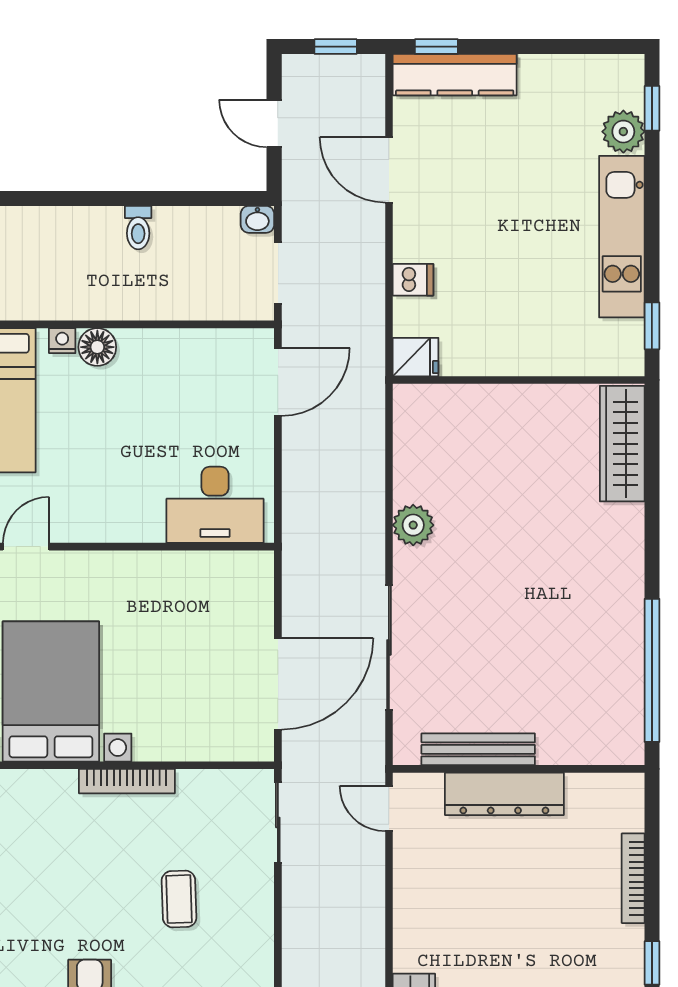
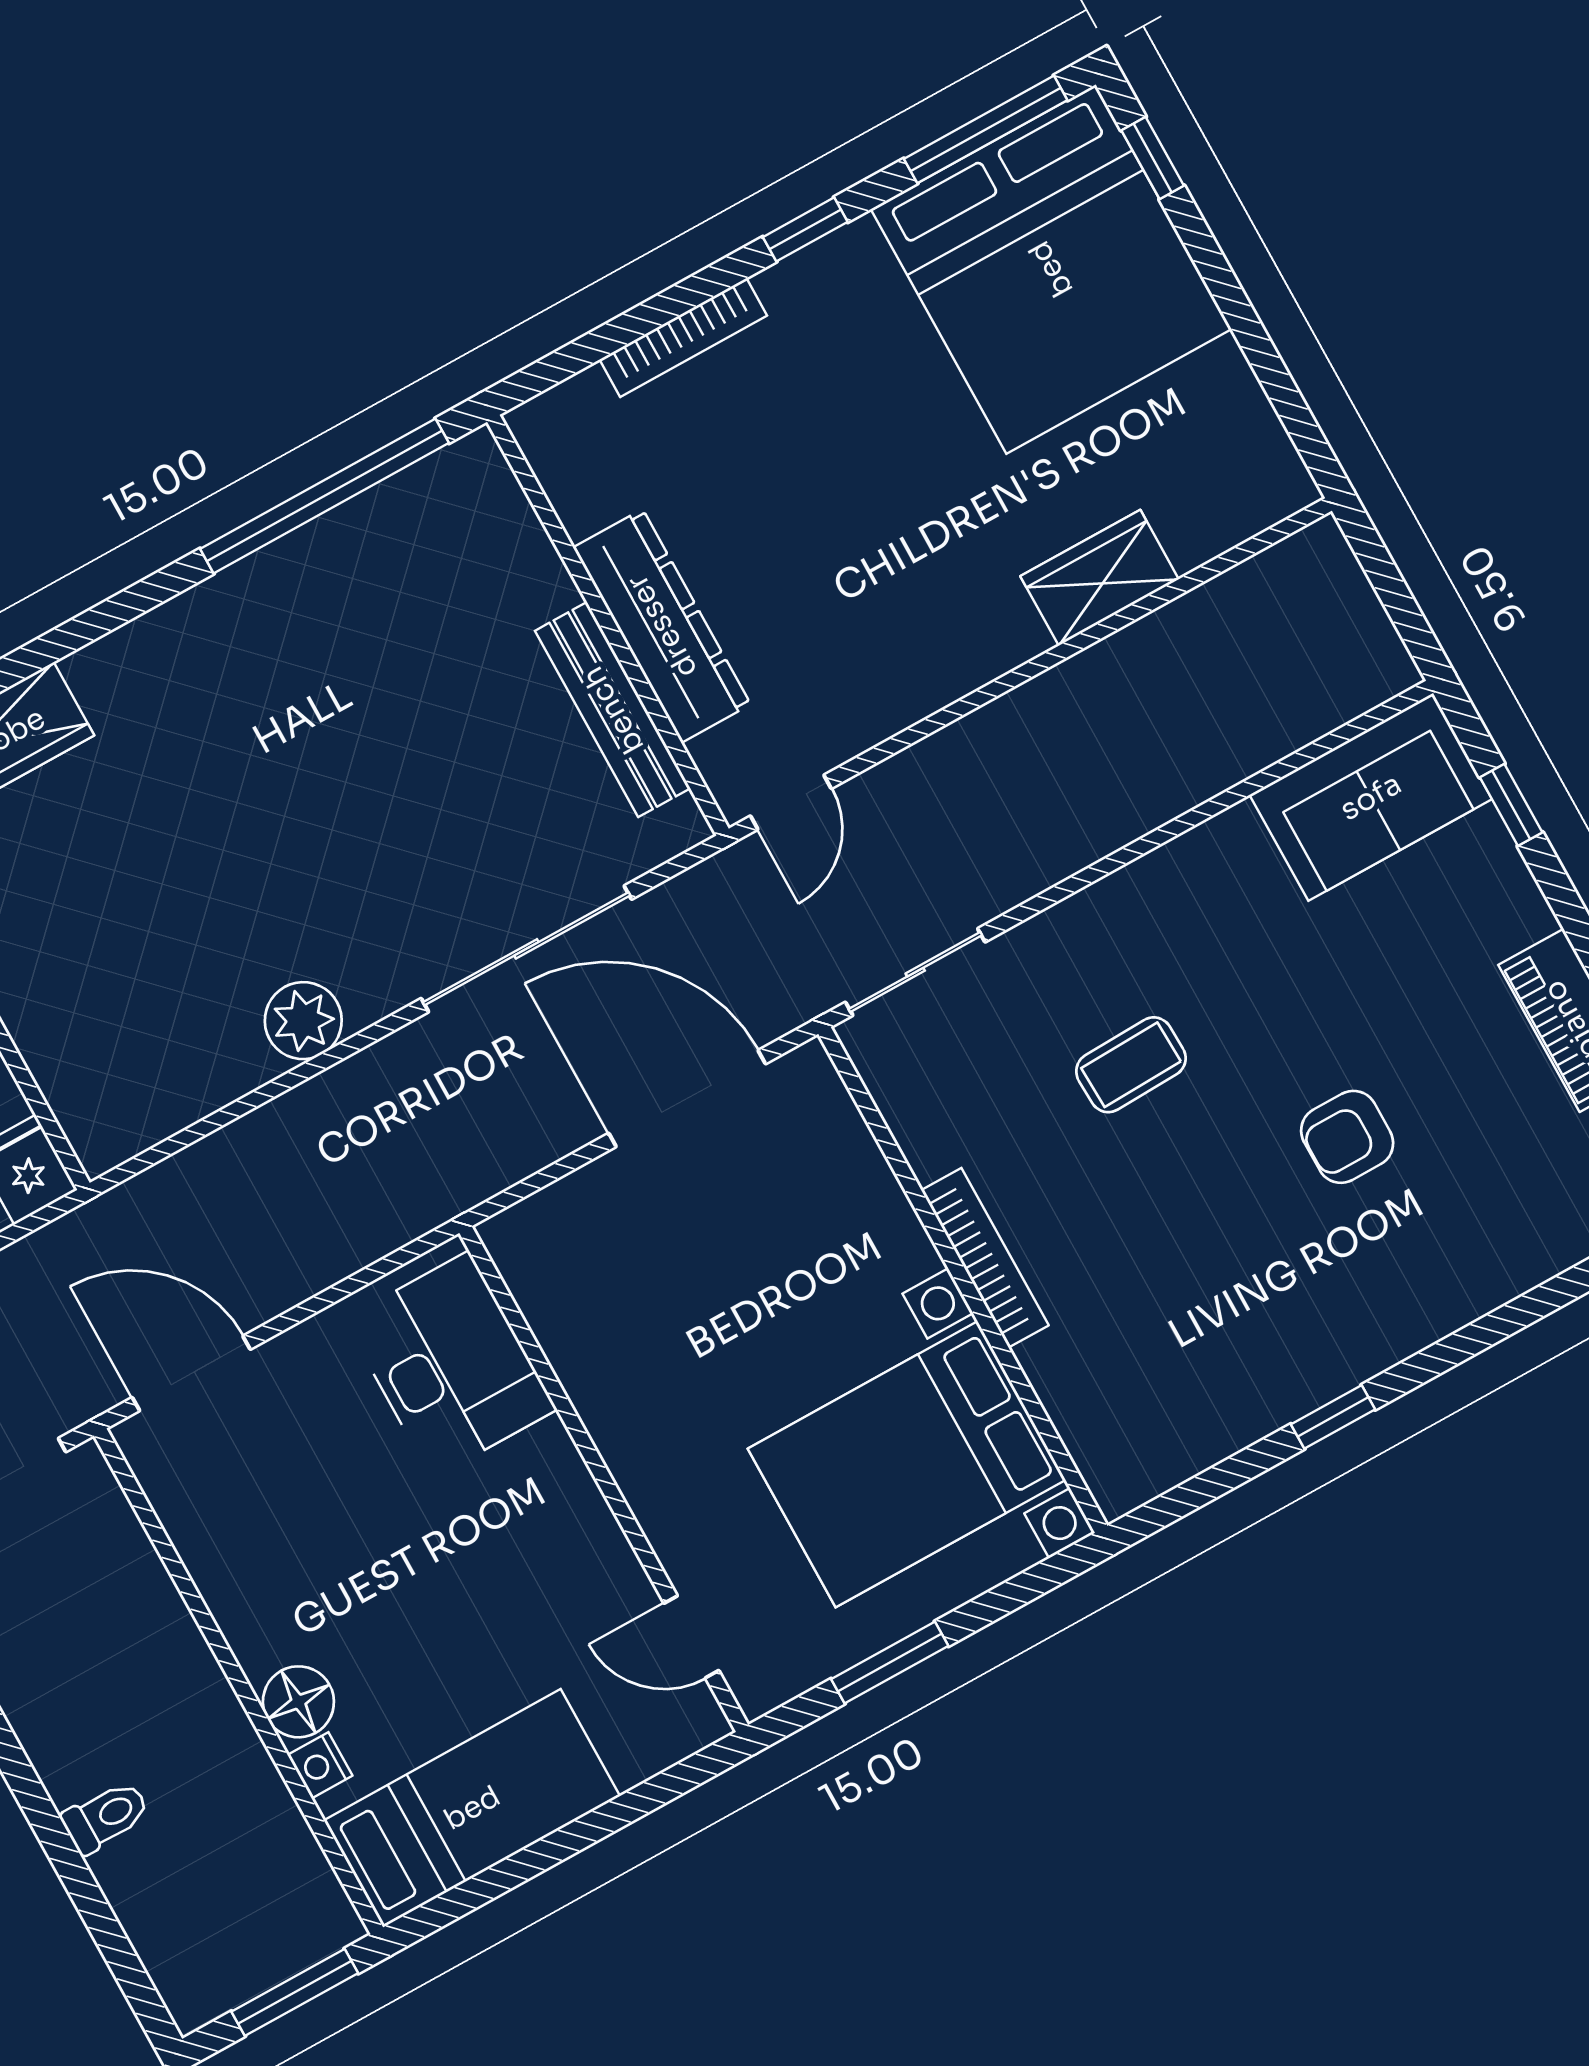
toilet: (138, 228) -> (106, 1817), moved

